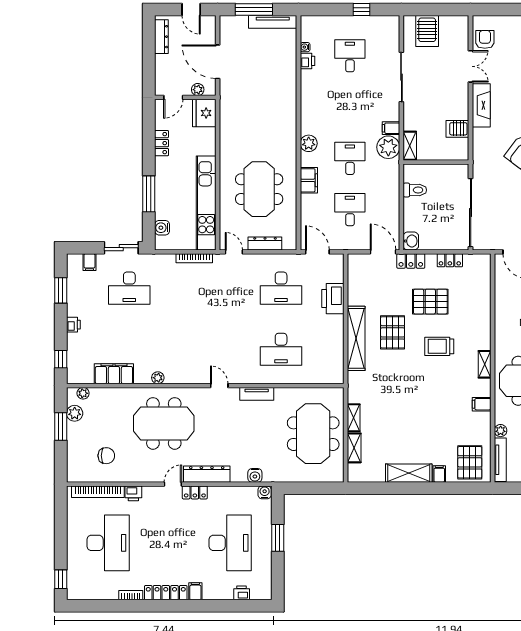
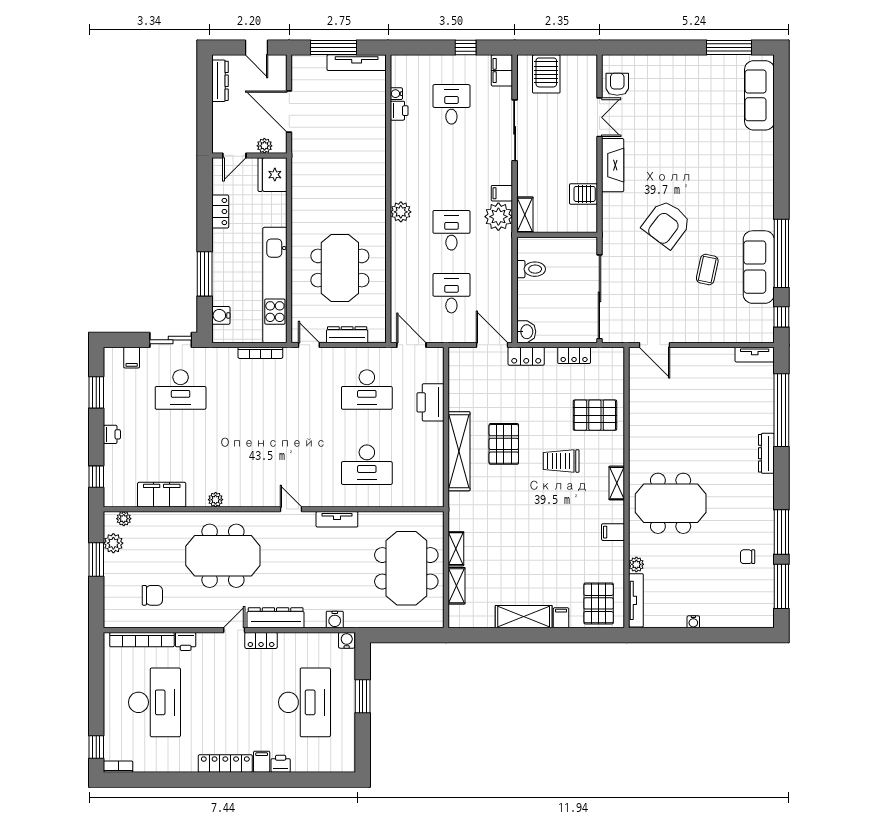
filing cabinet: (309, 180) -> (502, 70), moved, turned 180
pallet: (430, 302) -> (595, 415), moved
printer: (242, 593) -> (281, 764), moved
bookcase: (131, 595) -> (118, 767), moved

